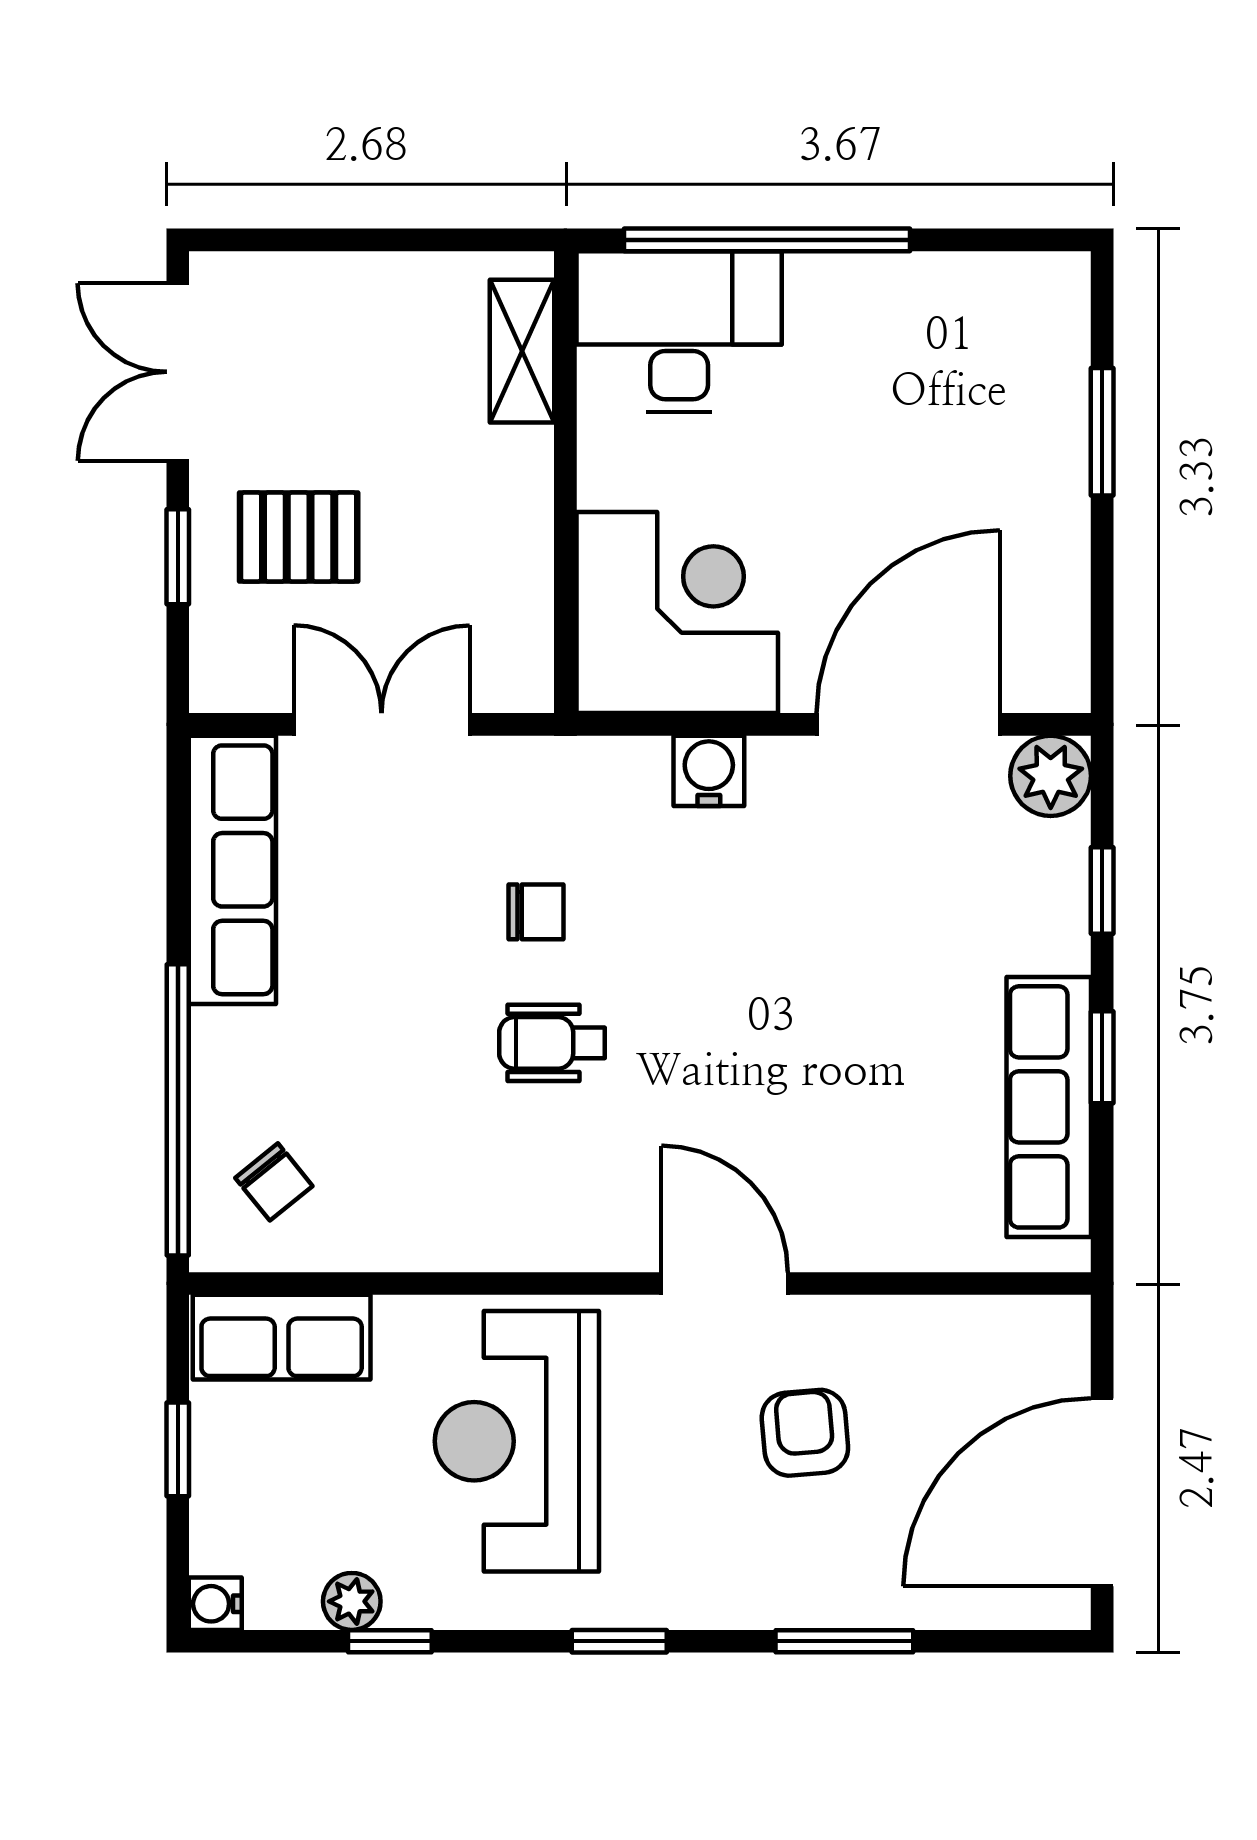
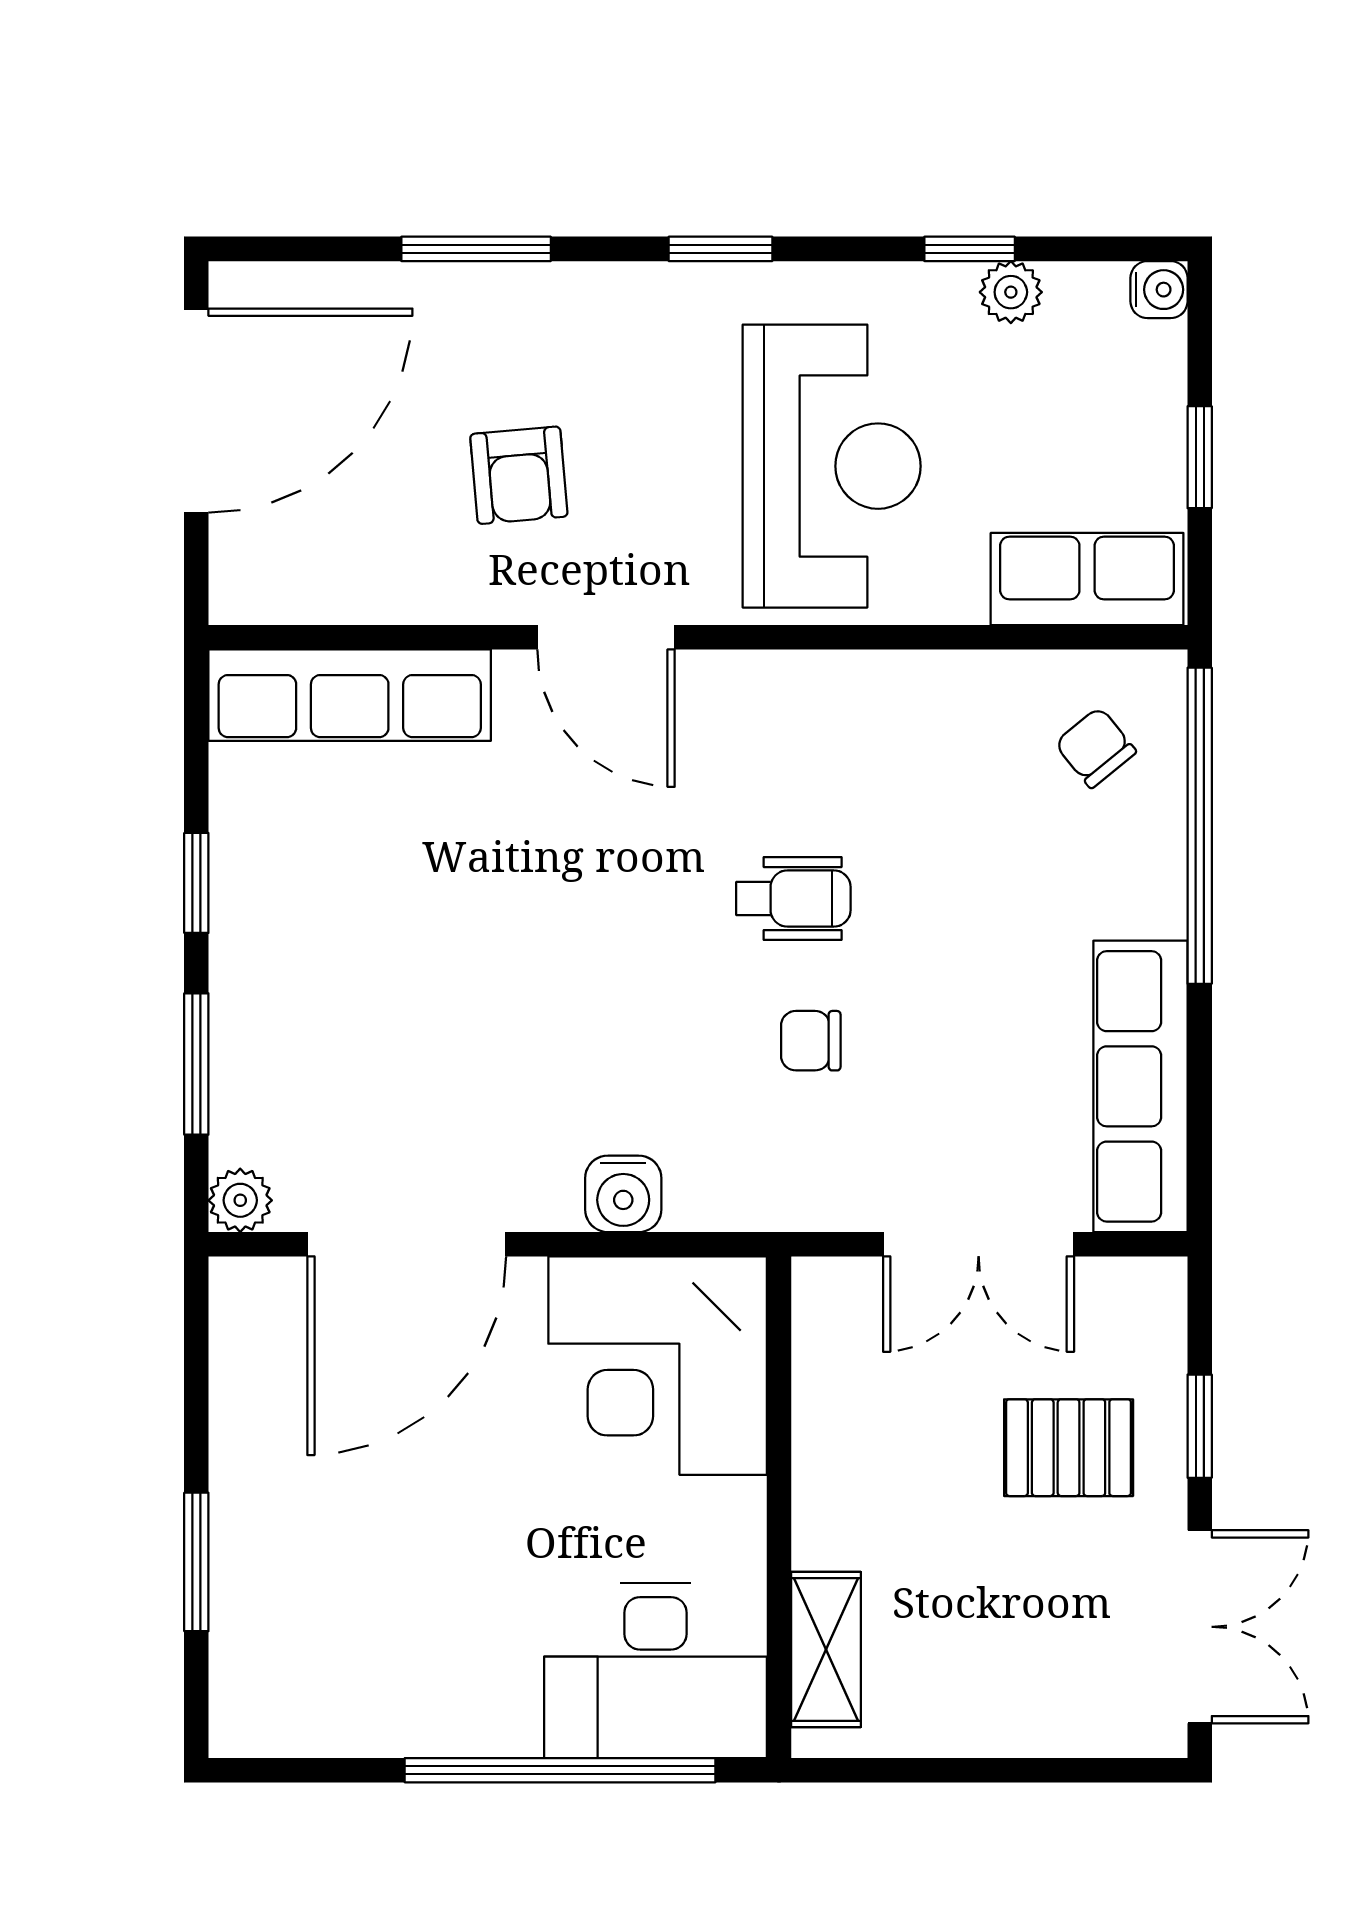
plant: (1051, 776) -> (240, 1200), width x0.73, depth x0.73
window: (1102, 890) -> (196, 1064), width x1.50
row of seats: (1049, 1107) -> (350, 695), moved, turned 90

